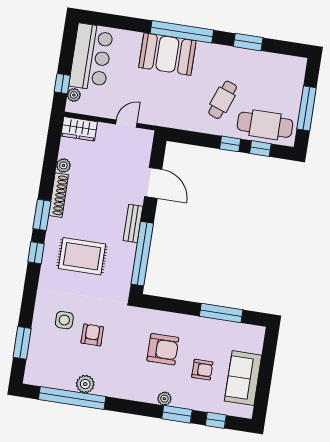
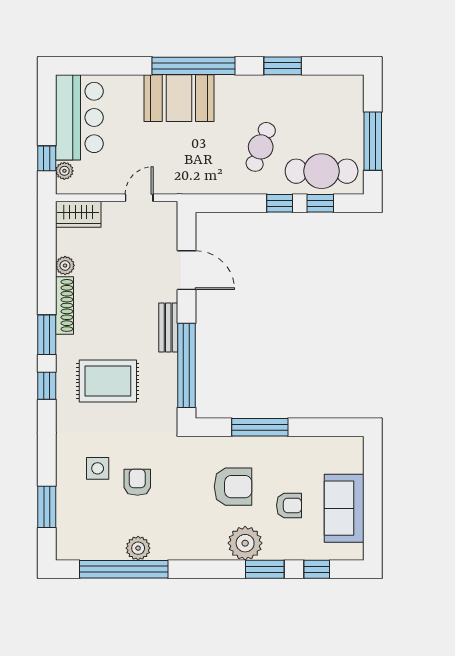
window: (221, 313) -> (260, 427), moved
plant: (164, 399) -> (245, 543), width x1.88, depth x1.88

